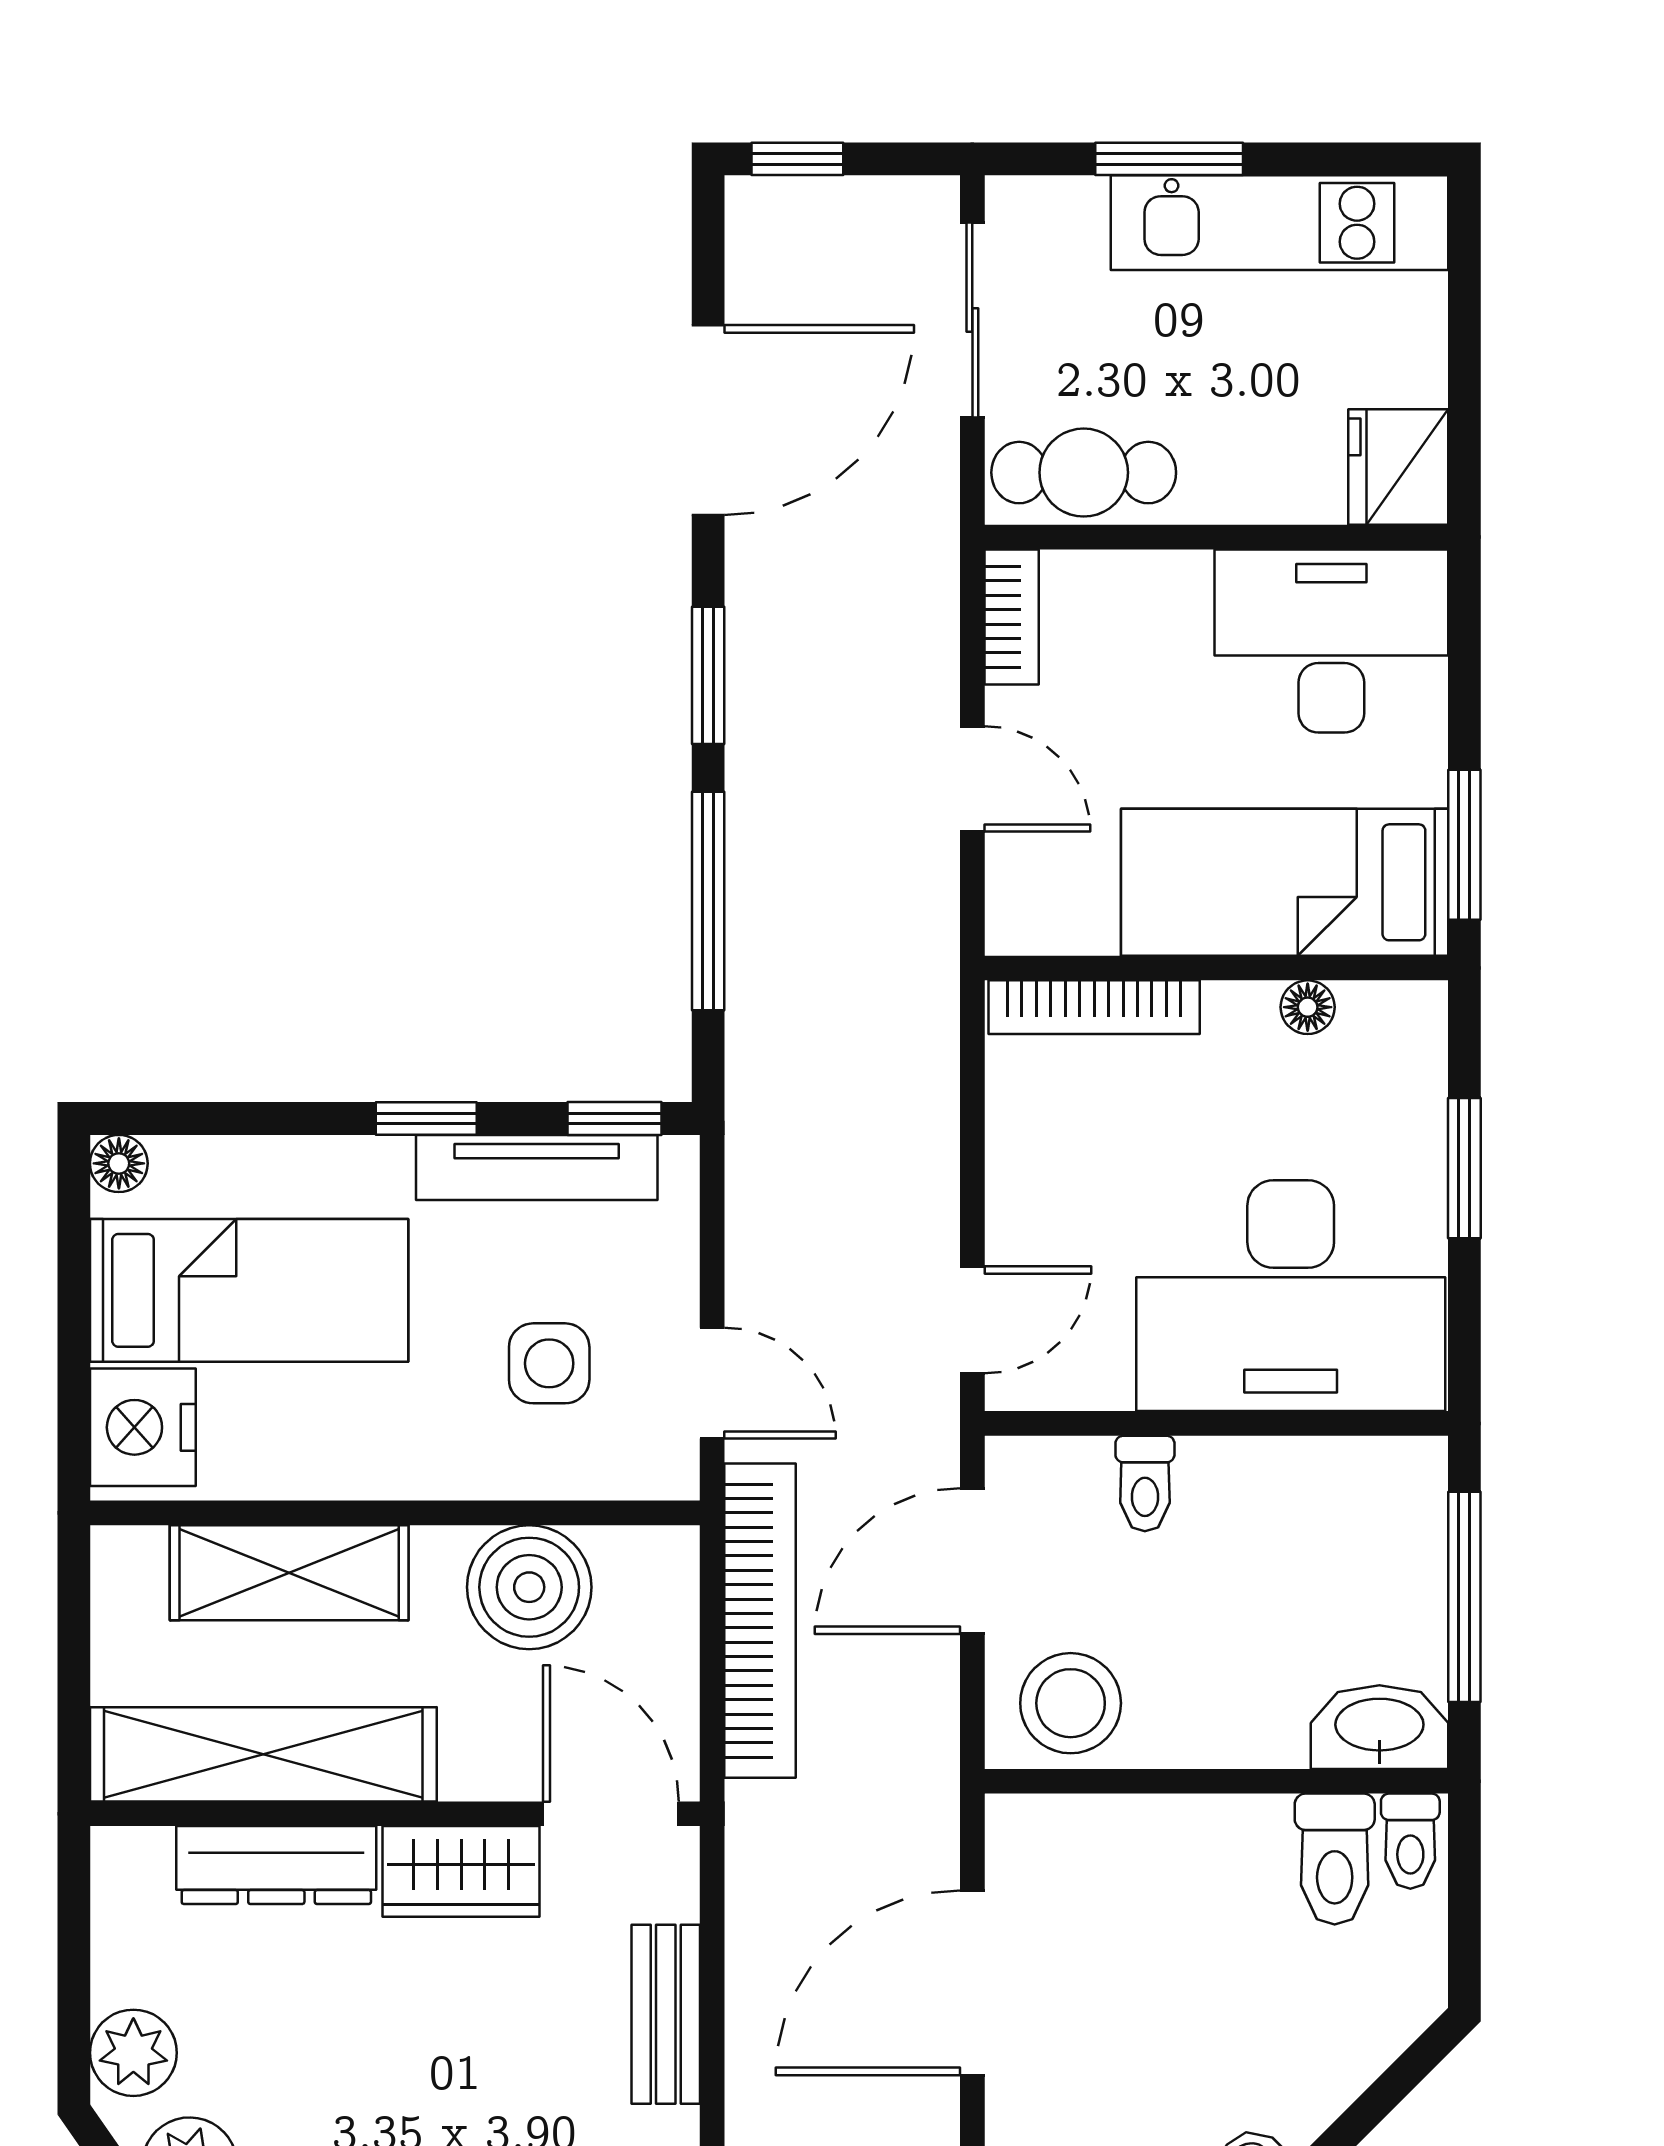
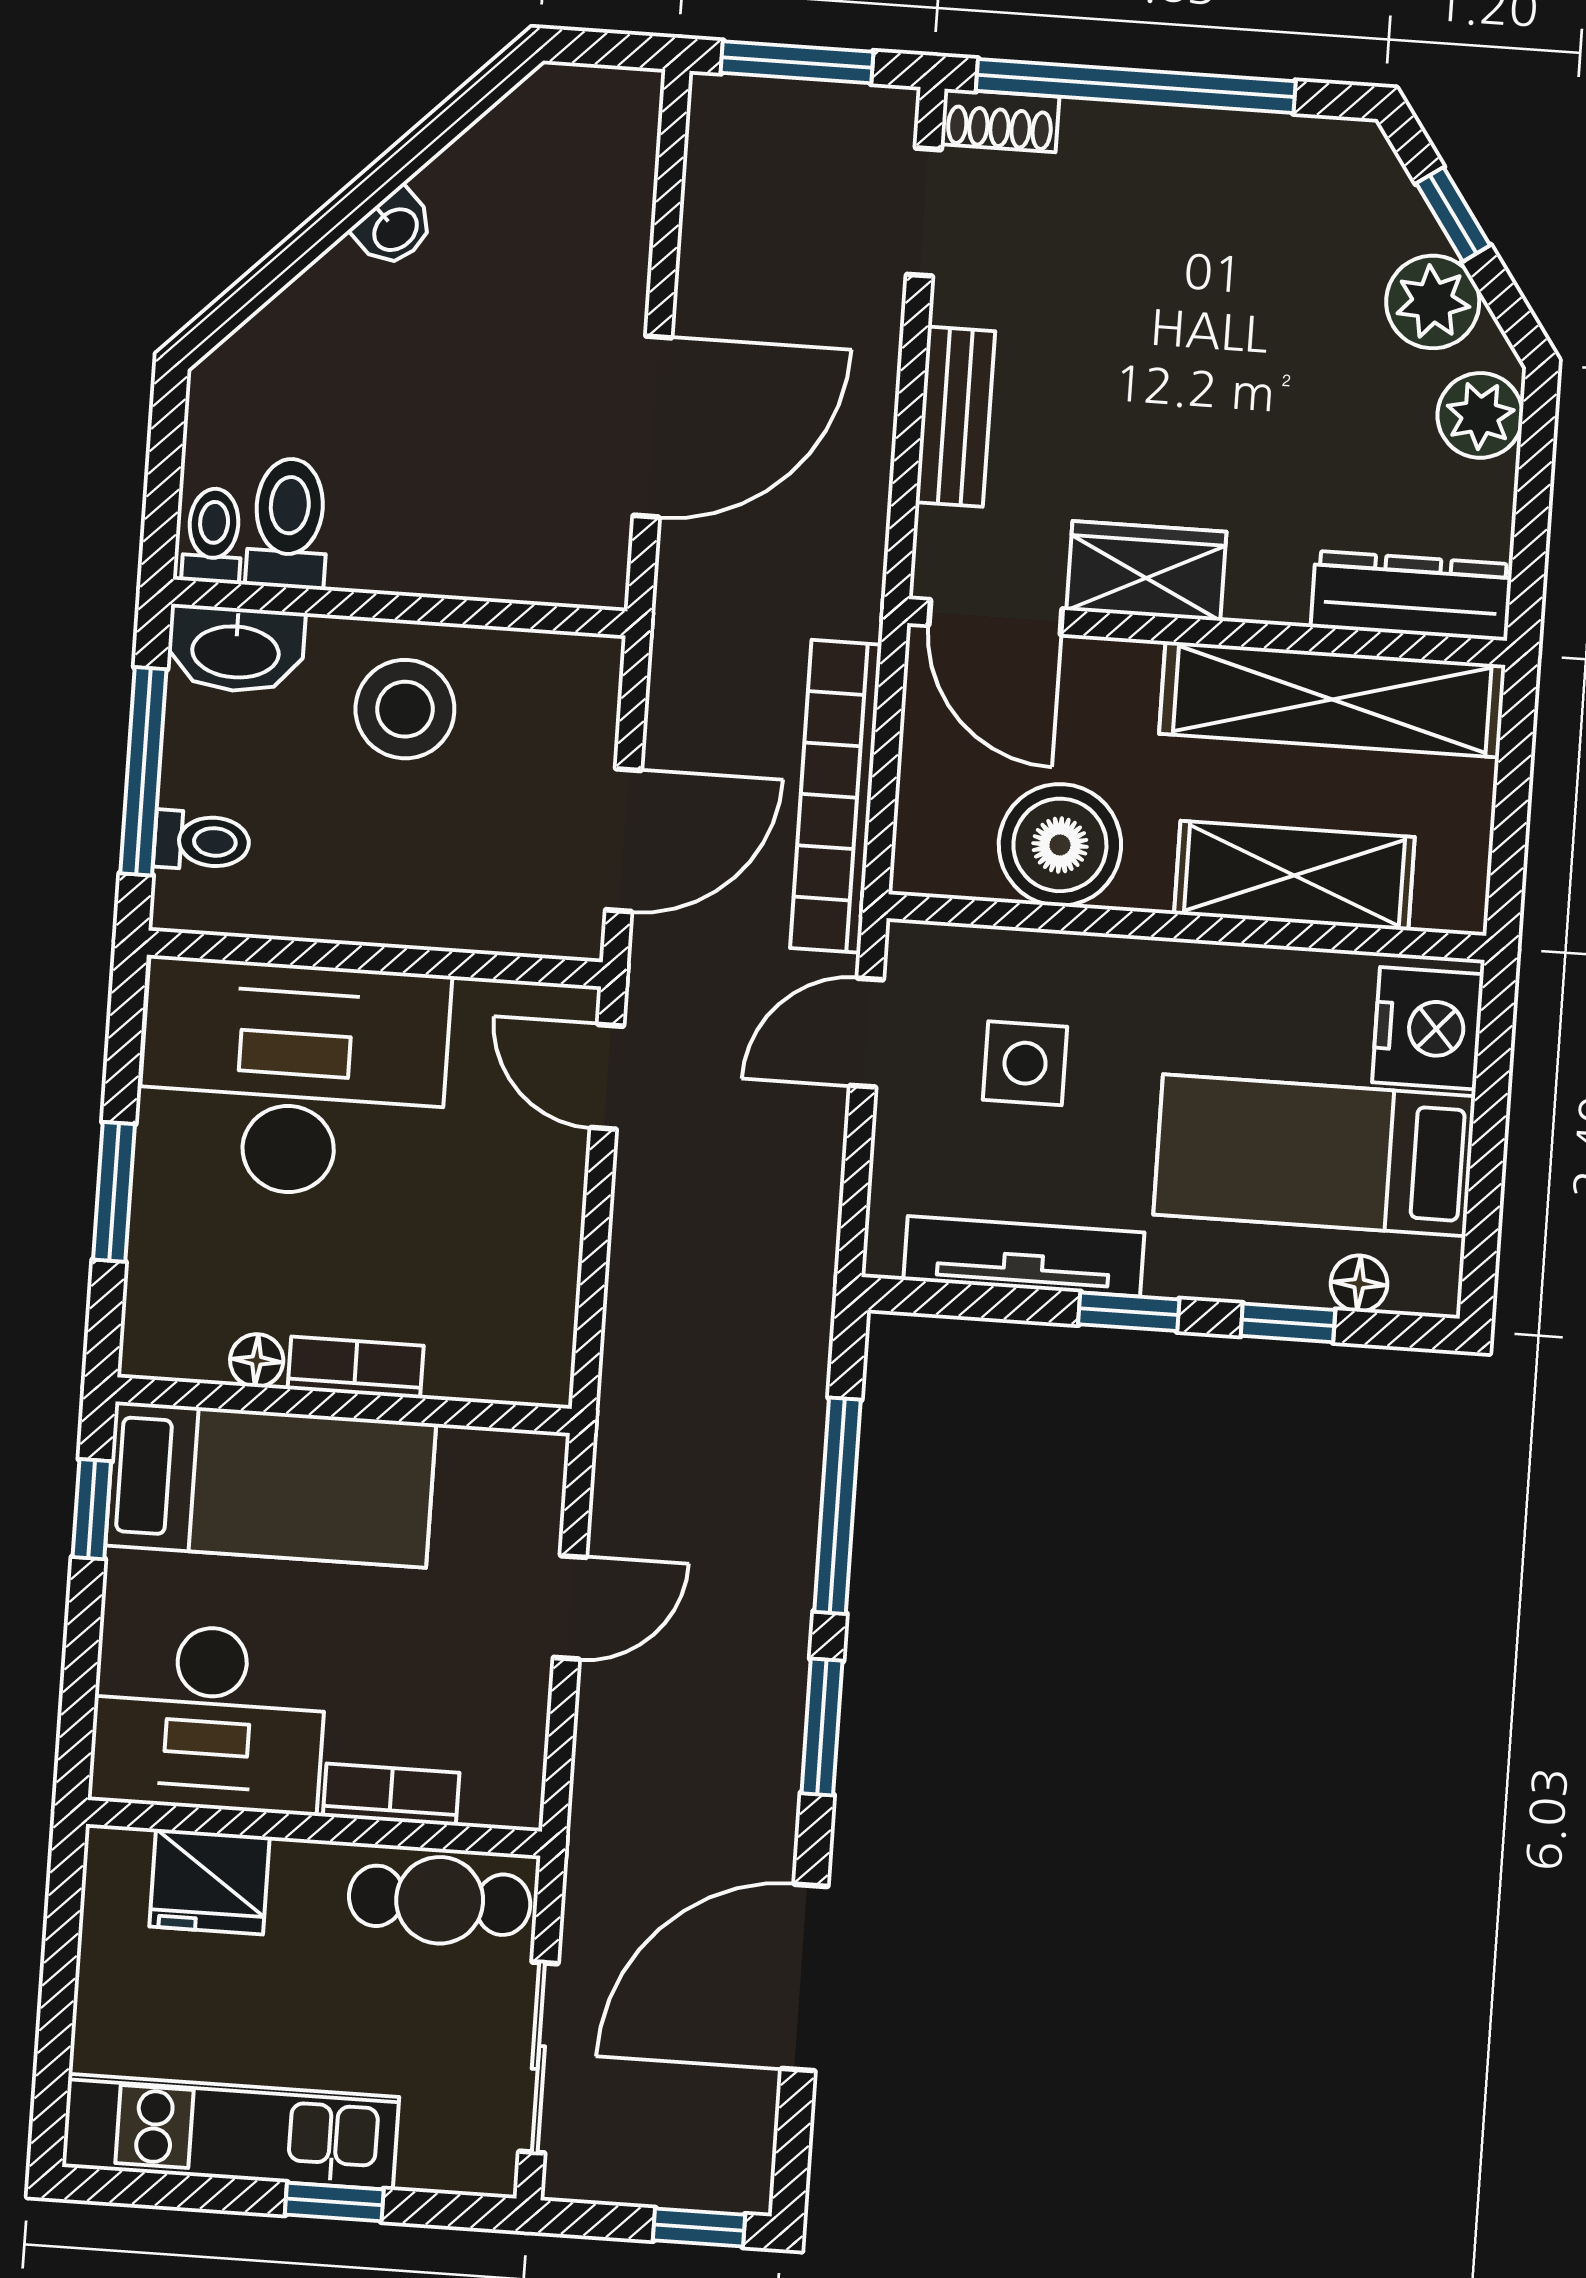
window: (1169, 159) -> (334, 2202), width x0.67
fridge: (1398, 467) -> (210, 1882), moved, turned 90
bookcase: (1012, 617) -> (391, 1795), moved, turned 90
door: (972, 779) -> (570, 1607), swing flipped
window: (1464, 845) -> (92, 1509), width x0.67
bookcase: (1094, 1007) -> (356, 1367), moved, width x0.64
window: (614, 1118) -> (1288, 1323), moved
floor lamp: (119, 1163) -> (1359, 1284), moved
door: (972, 1320) -> (607, 1077), hinge flipped
door: (712, 1383) -> (867, 1033), hinge flipped
toilet: (1145, 1483) -> (202, 841), moved, turned 90
stool: (1071, 1703) -> (405, 709), moved
dresser: (276, 1865) -> (1411, 596), moved

